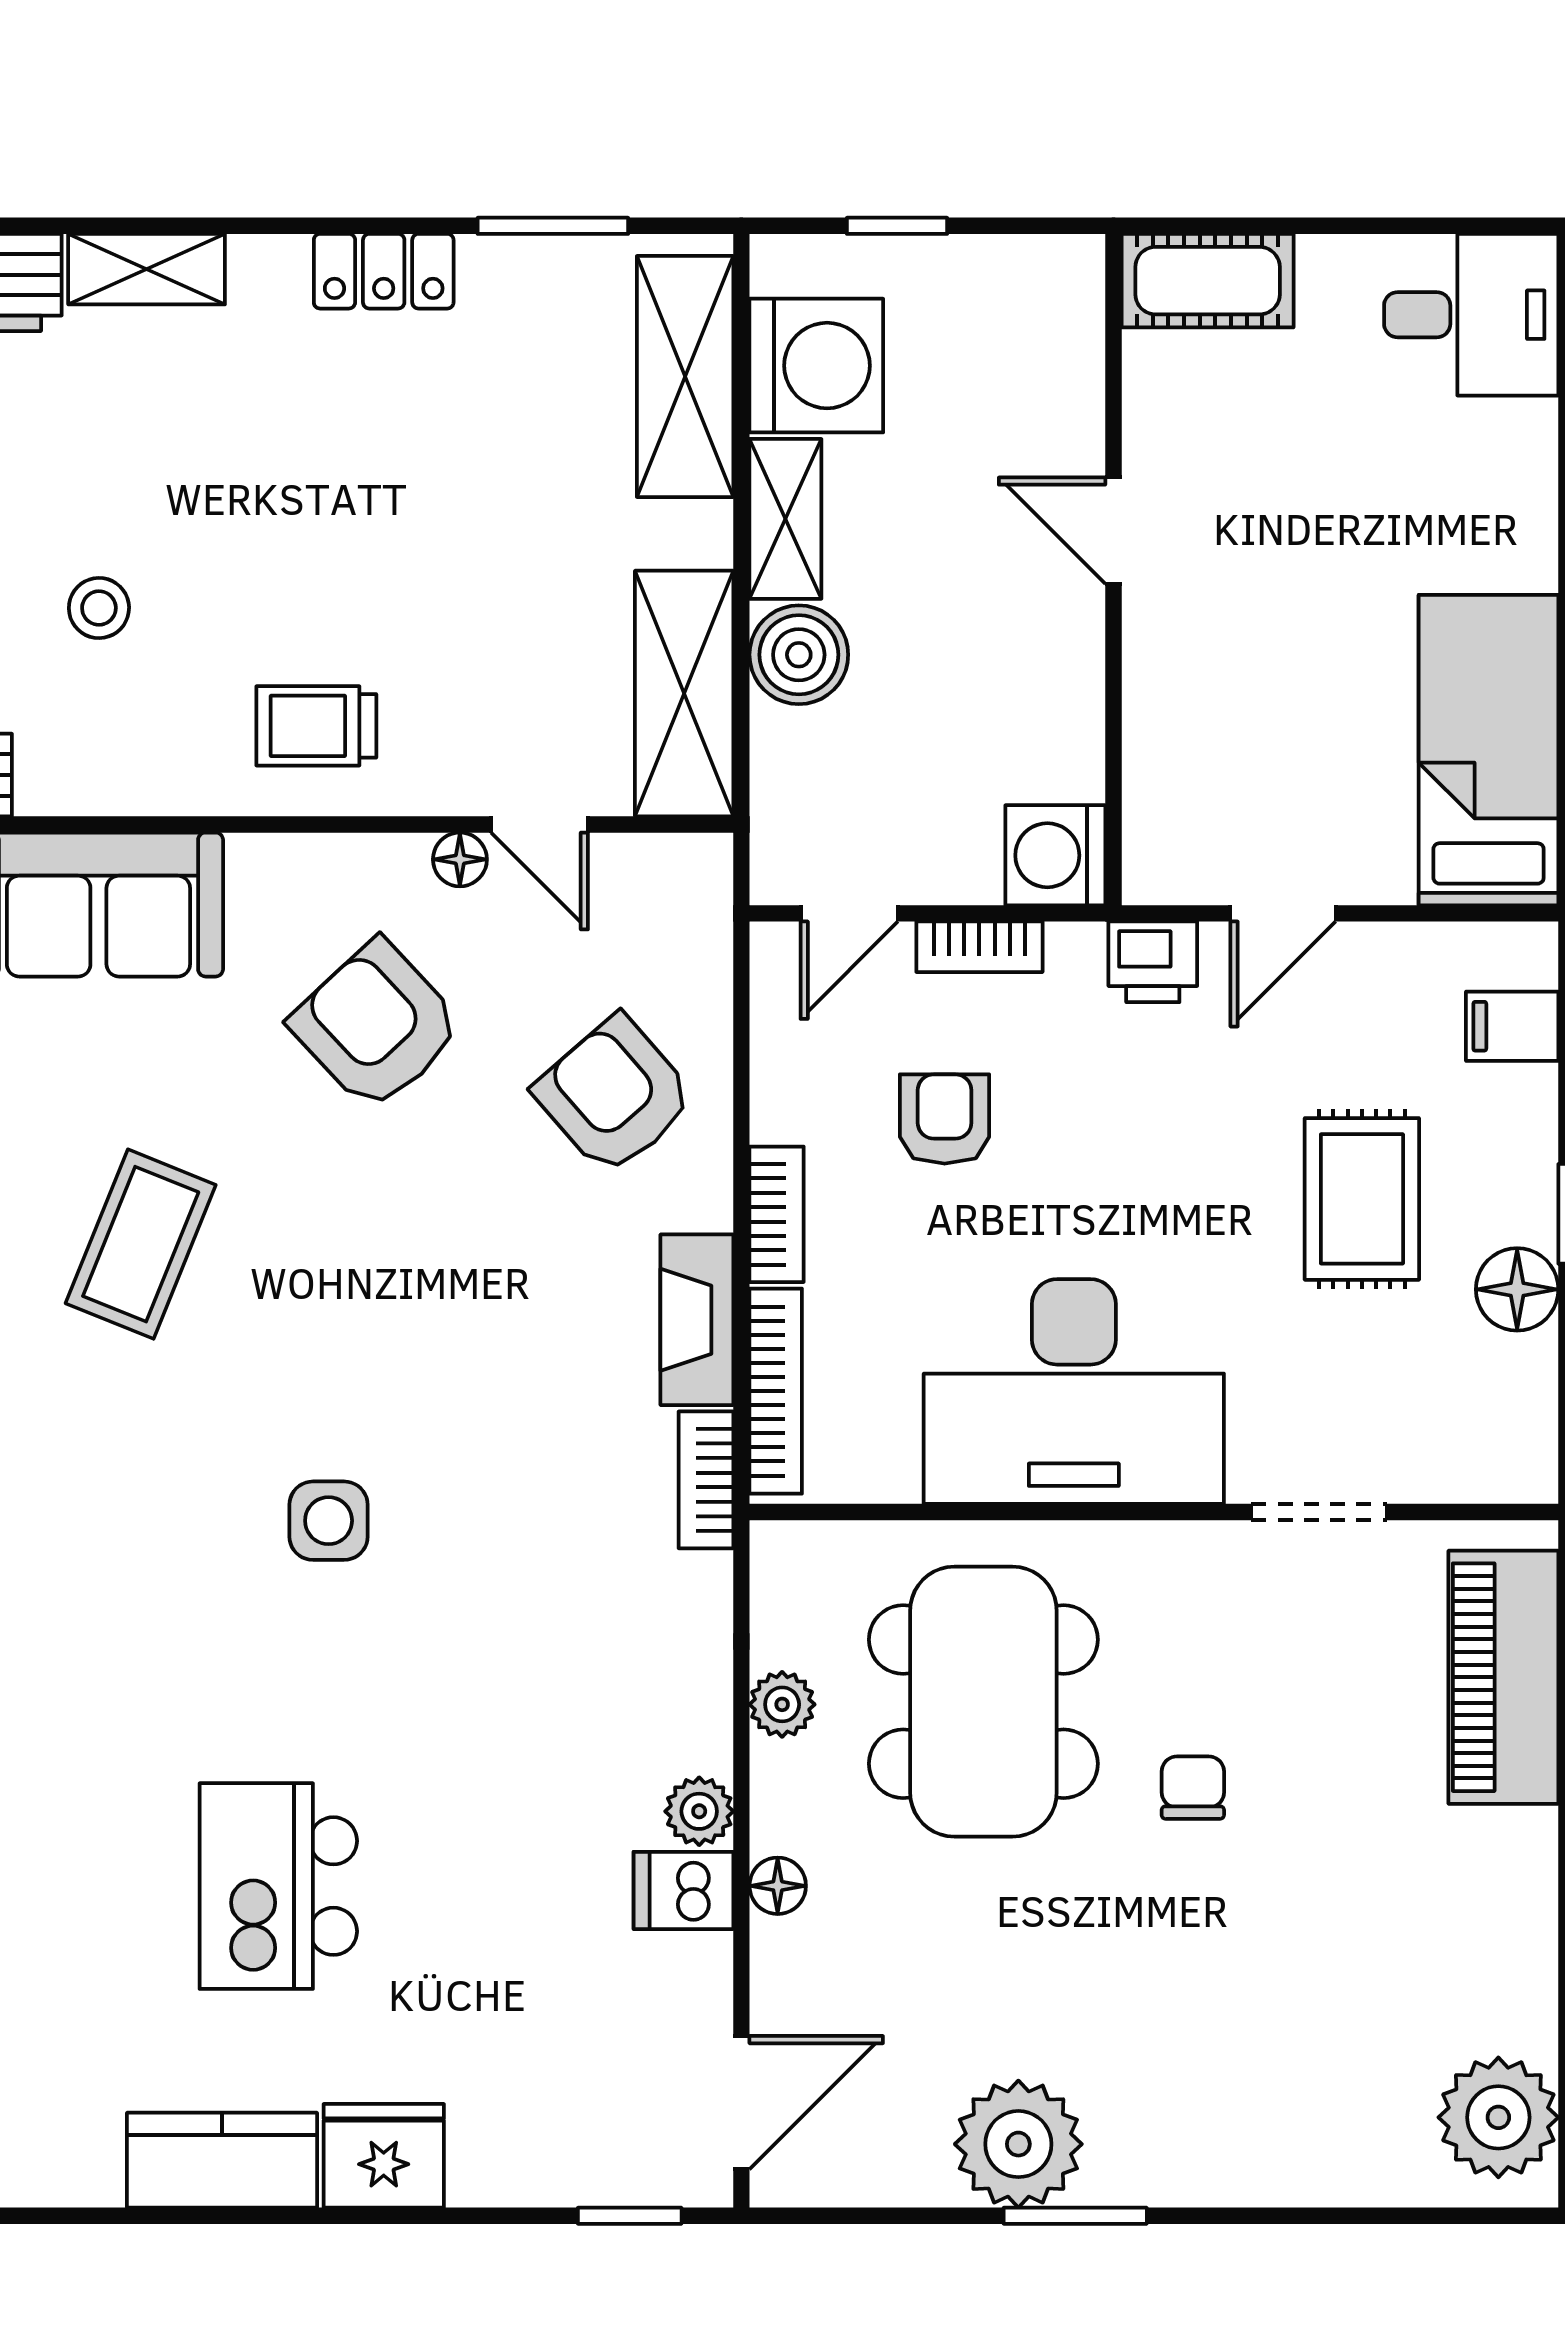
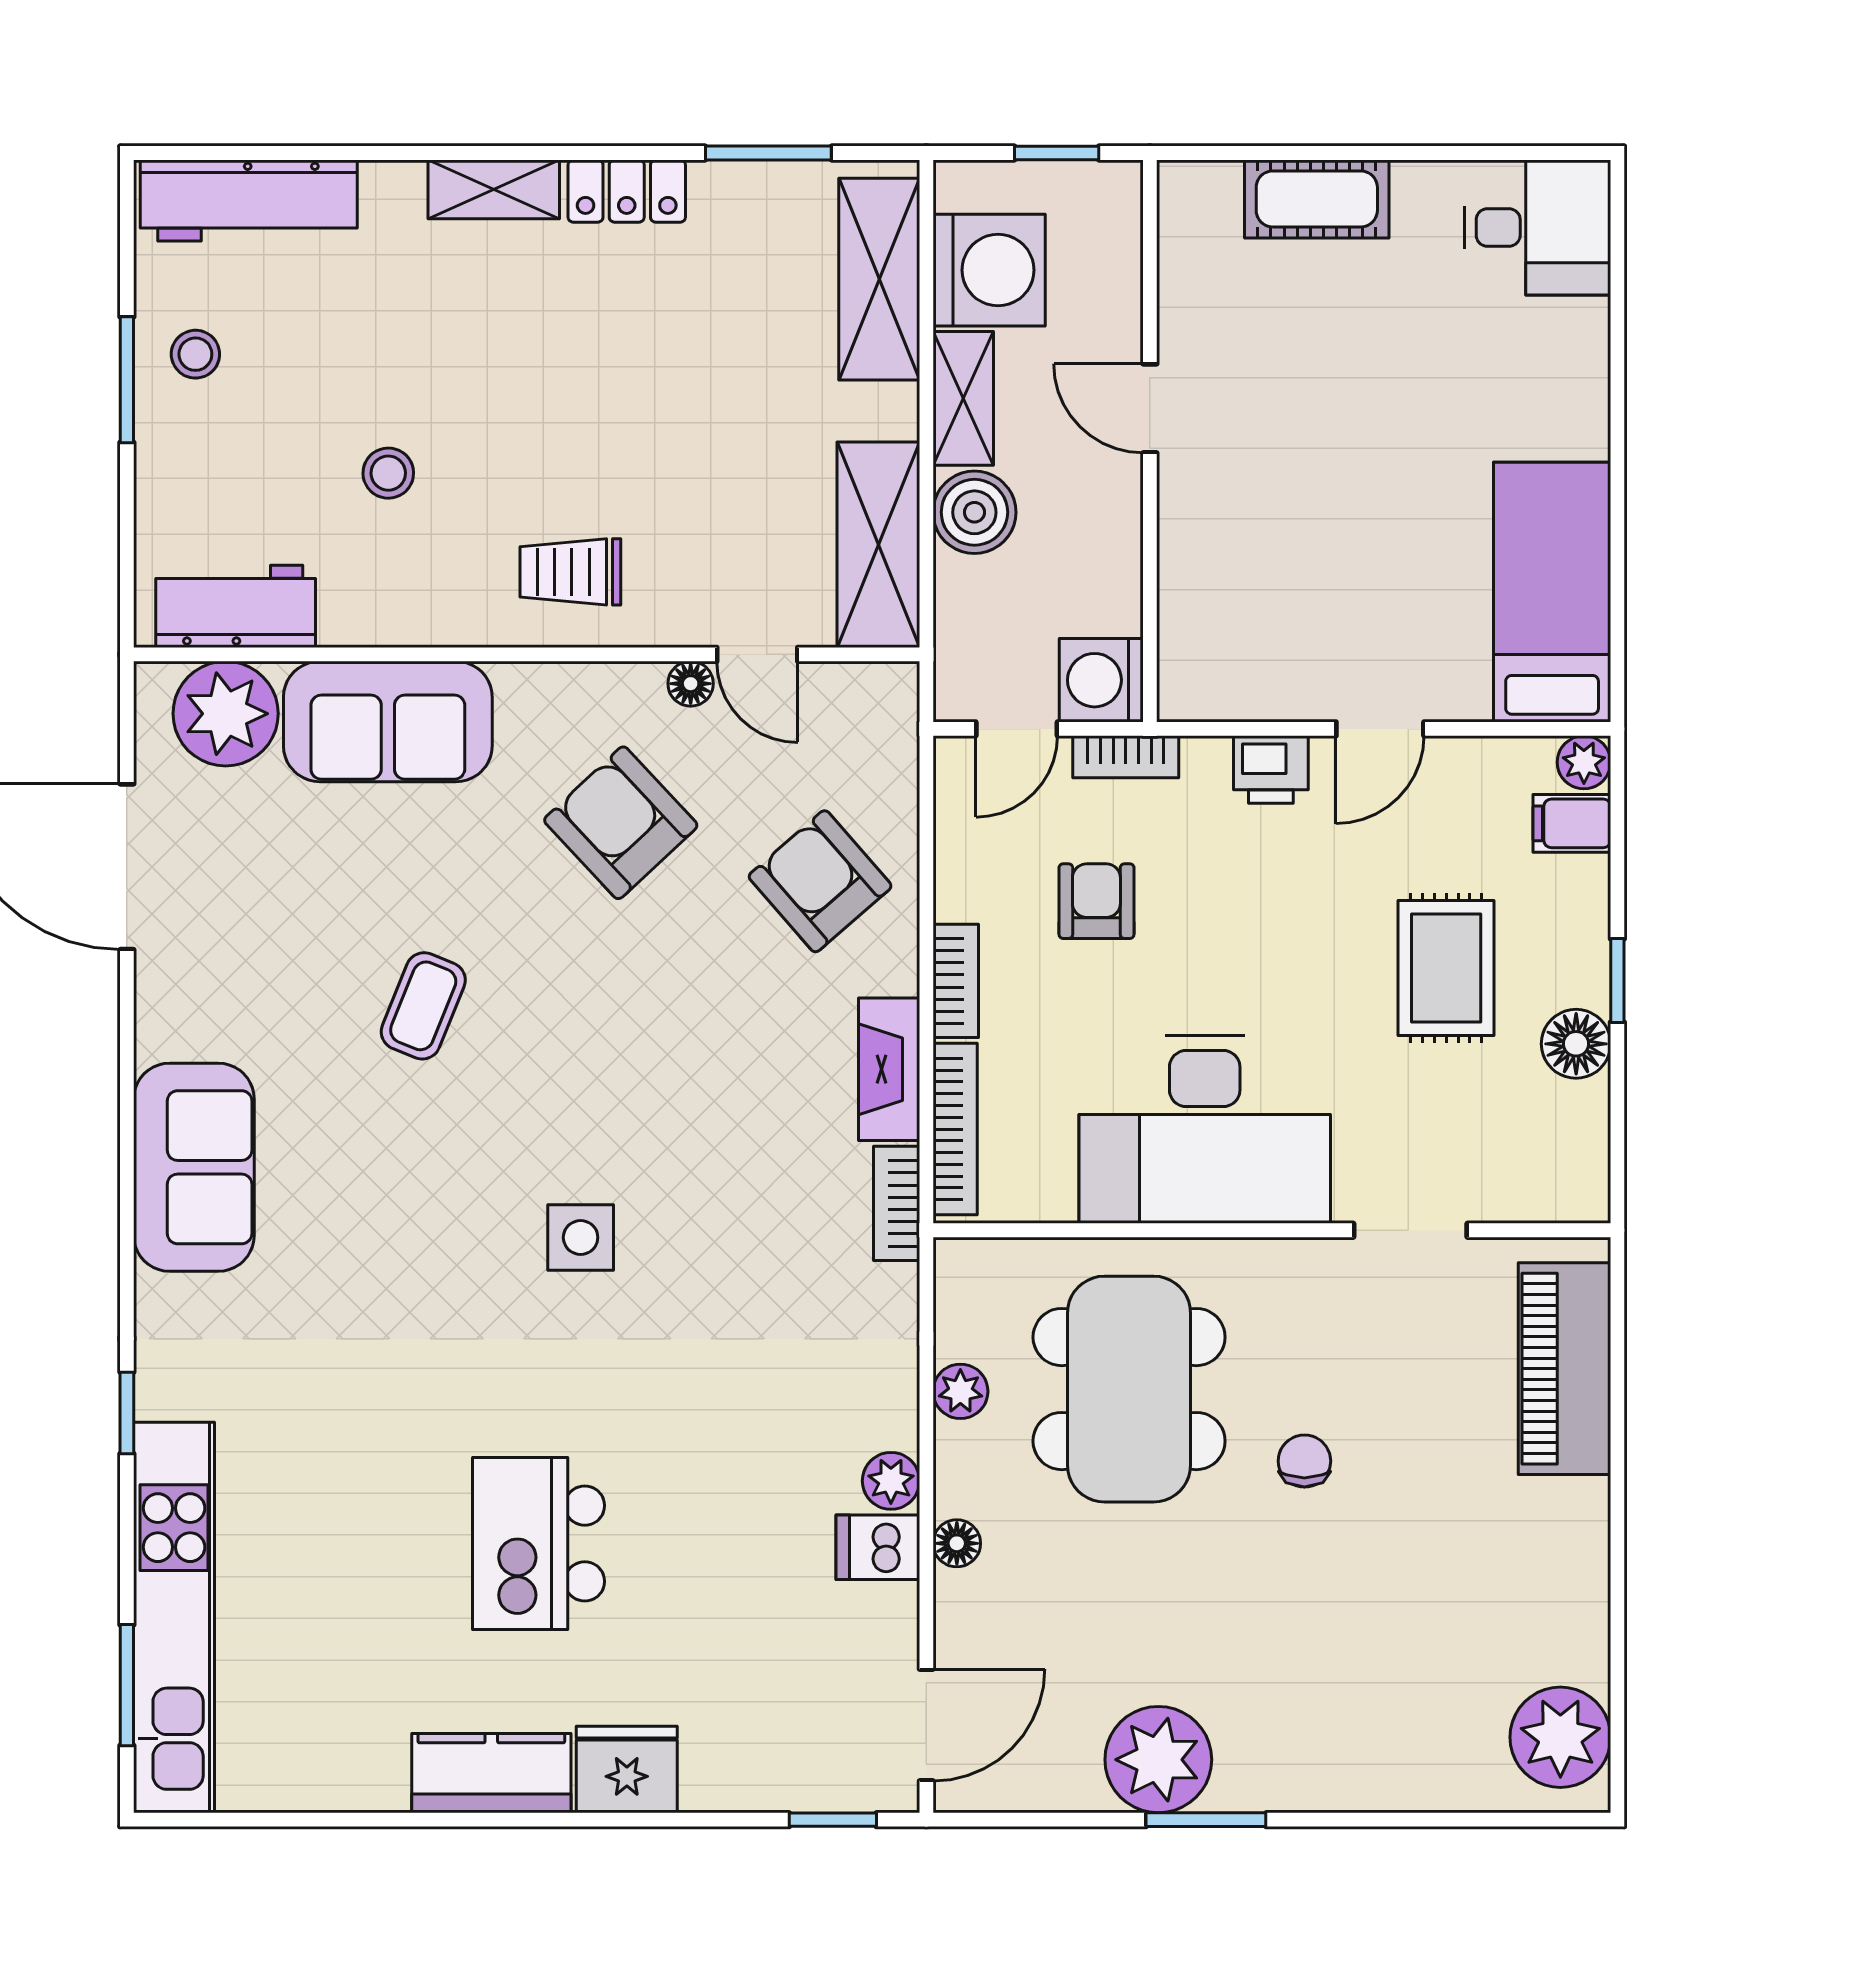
shelving: (147, 269) -> (494, 189), moved
door: (1113, 531) -> (1150, 408), moved
wall: (1113, 570) -> (1150, 441), moved
washing machine: (1055, 855) -> (1101, 680), moved
plant: (1527, 953) -> (1584, 762), added
coffee table: (141, 1244) -> (423, 1006), width x0.73, depth x0.77

